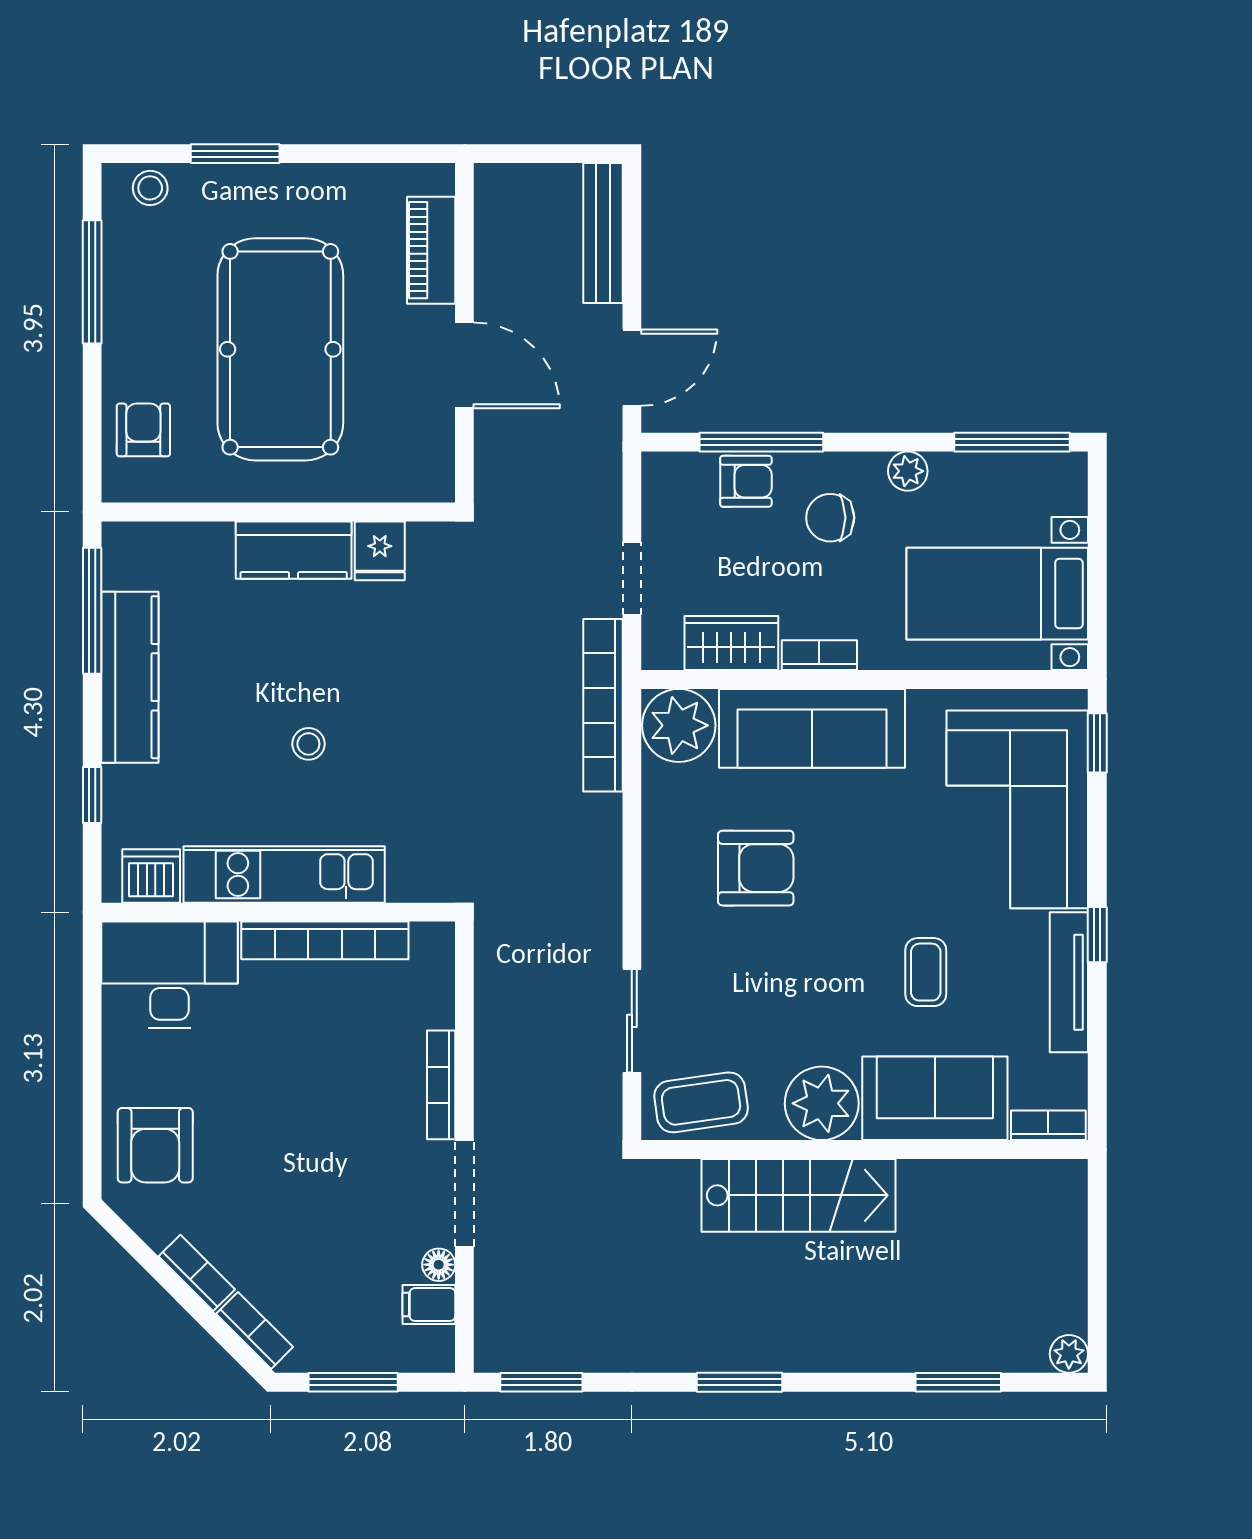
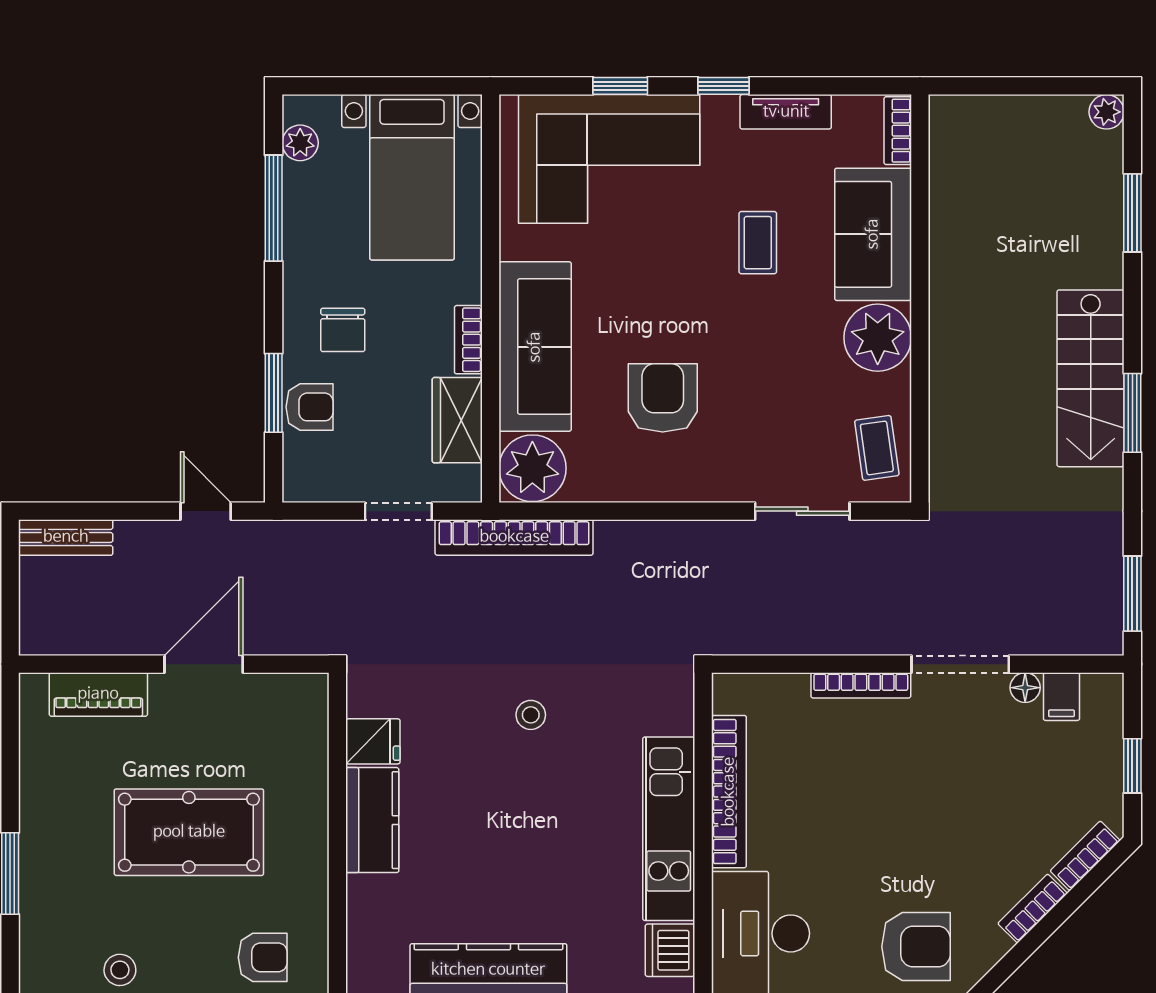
stool: (150, 188) -> (120, 970), moved
bench: (603, 233) -> (66, 537), width x0.73
pool table: (280, 349) -> (189, 832), width x0.73, depth x0.76
door: (632, 368) -> (206, 511), width x0.73
armchair: (143, 430) -> (263, 957), turned 180
window: (761, 442) -> (274, 393), width x0.69
window: (1012, 442) -> (274, 208), moved
plant: (908, 471) -> (300, 143), moved
armchair: (746, 481) -> (309, 407), turned 90
window: (1097, 743) -> (620, 86), moved
stool: (308, 744) -> (531, 715), moved
coffee table: (926, 972) -> (758, 243), turned 90
tv unit: (1069, 982) -> (786, 112), width x0.71
coffee table: (701, 1102) -> (877, 448), width x0.73, depth x0.77
stairs: (799, 1195) -> (1091, 378), moved, turned 180
window: (353, 1382) -> (1132, 766), width x0.67

